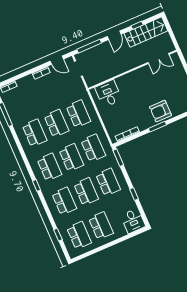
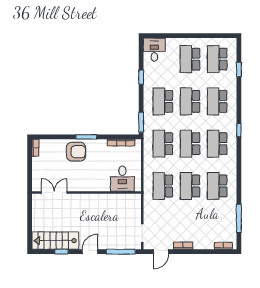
double door: (158, 59) -> (54, 193), moved
door: (57, 60) -> (161, 252), swing flipped
wall: (132, 70) -> (87, 193), moved
desk: (108, 94) -> (122, 179), moved

